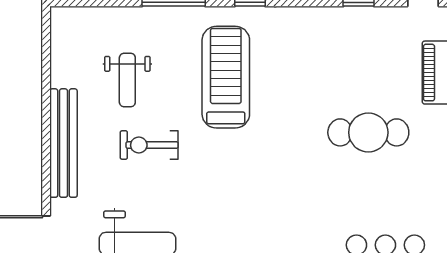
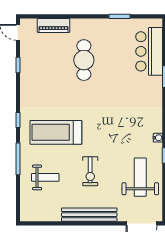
weight bench: (127, 80) -> (45, 177), moved

